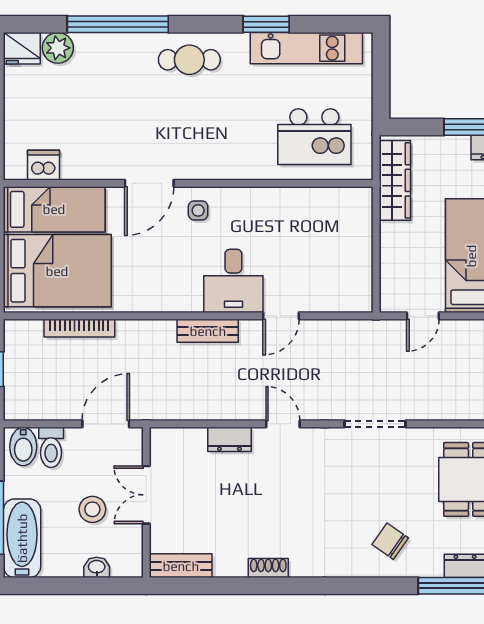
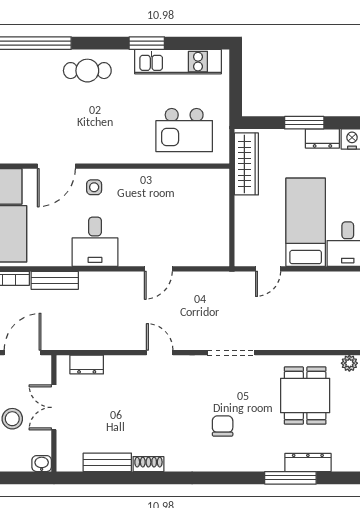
desk: (233, 281) -> (95, 242), moved
bench: (208, 331) -> (55, 280), moved
dresser: (229, 439) -> (87, 365), moved
chair: (390, 541) -> (223, 426), moved, turned 55
bench: (181, 566) -> (107, 462), moved
washbasin: (97, 567) -> (42, 464), moved

